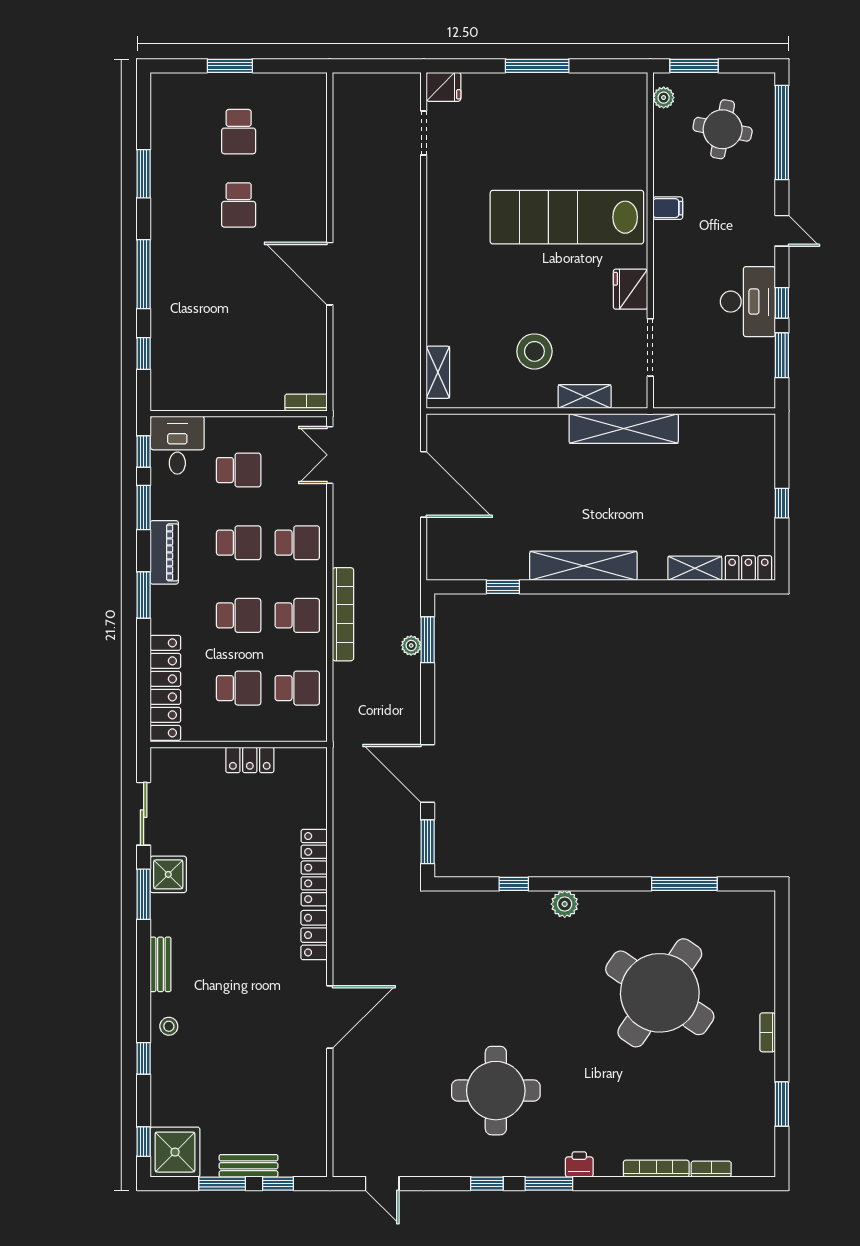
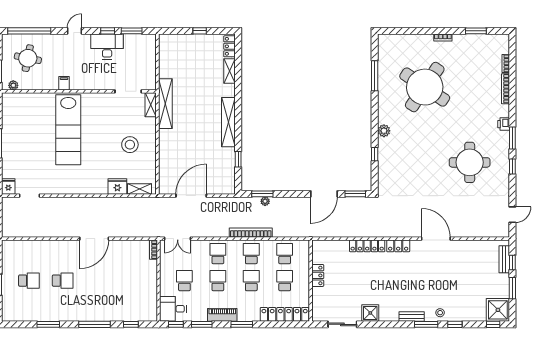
fridge: (630, 289) -> (117, 186), moved, turned 180
shelving: (585, 396) -> (151, 105), moved
window: (144, 894) -> (426, 324), moved
bench: (248, 1166) -> (504, 259), moved

